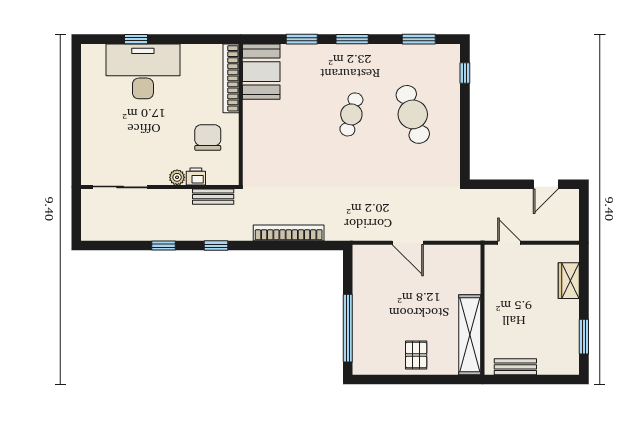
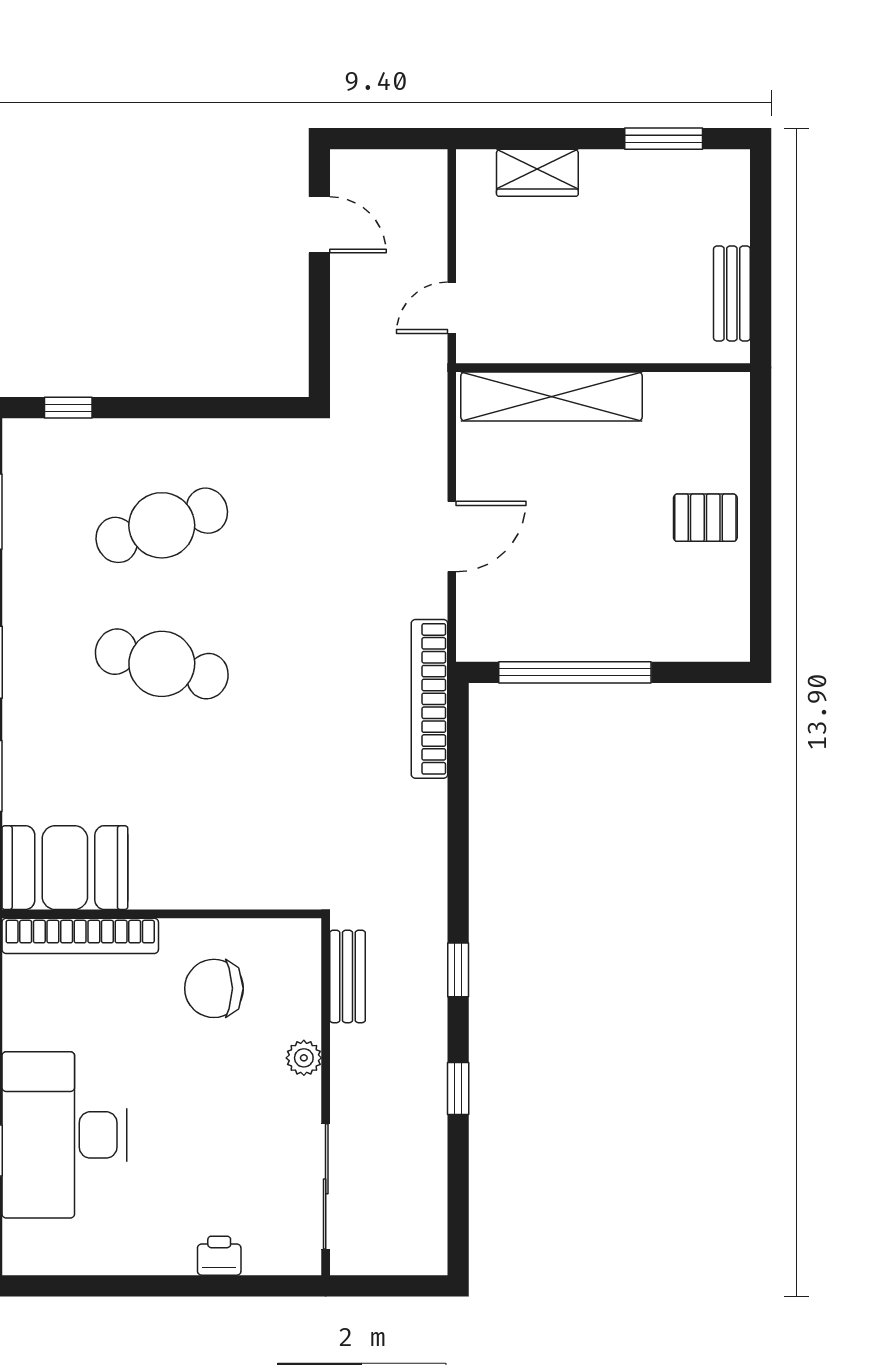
cafe table: (351, 114) -> (162, 664), width x1.37, depth x1.35
printer: (196, 176) -> (219, 1256), moved, turned 90
bookcase: (289, 233) -> (429, 699), moved
window: (348, 328) -> (575, 672), moved
shelving: (470, 335) -> (551, 397), moved

